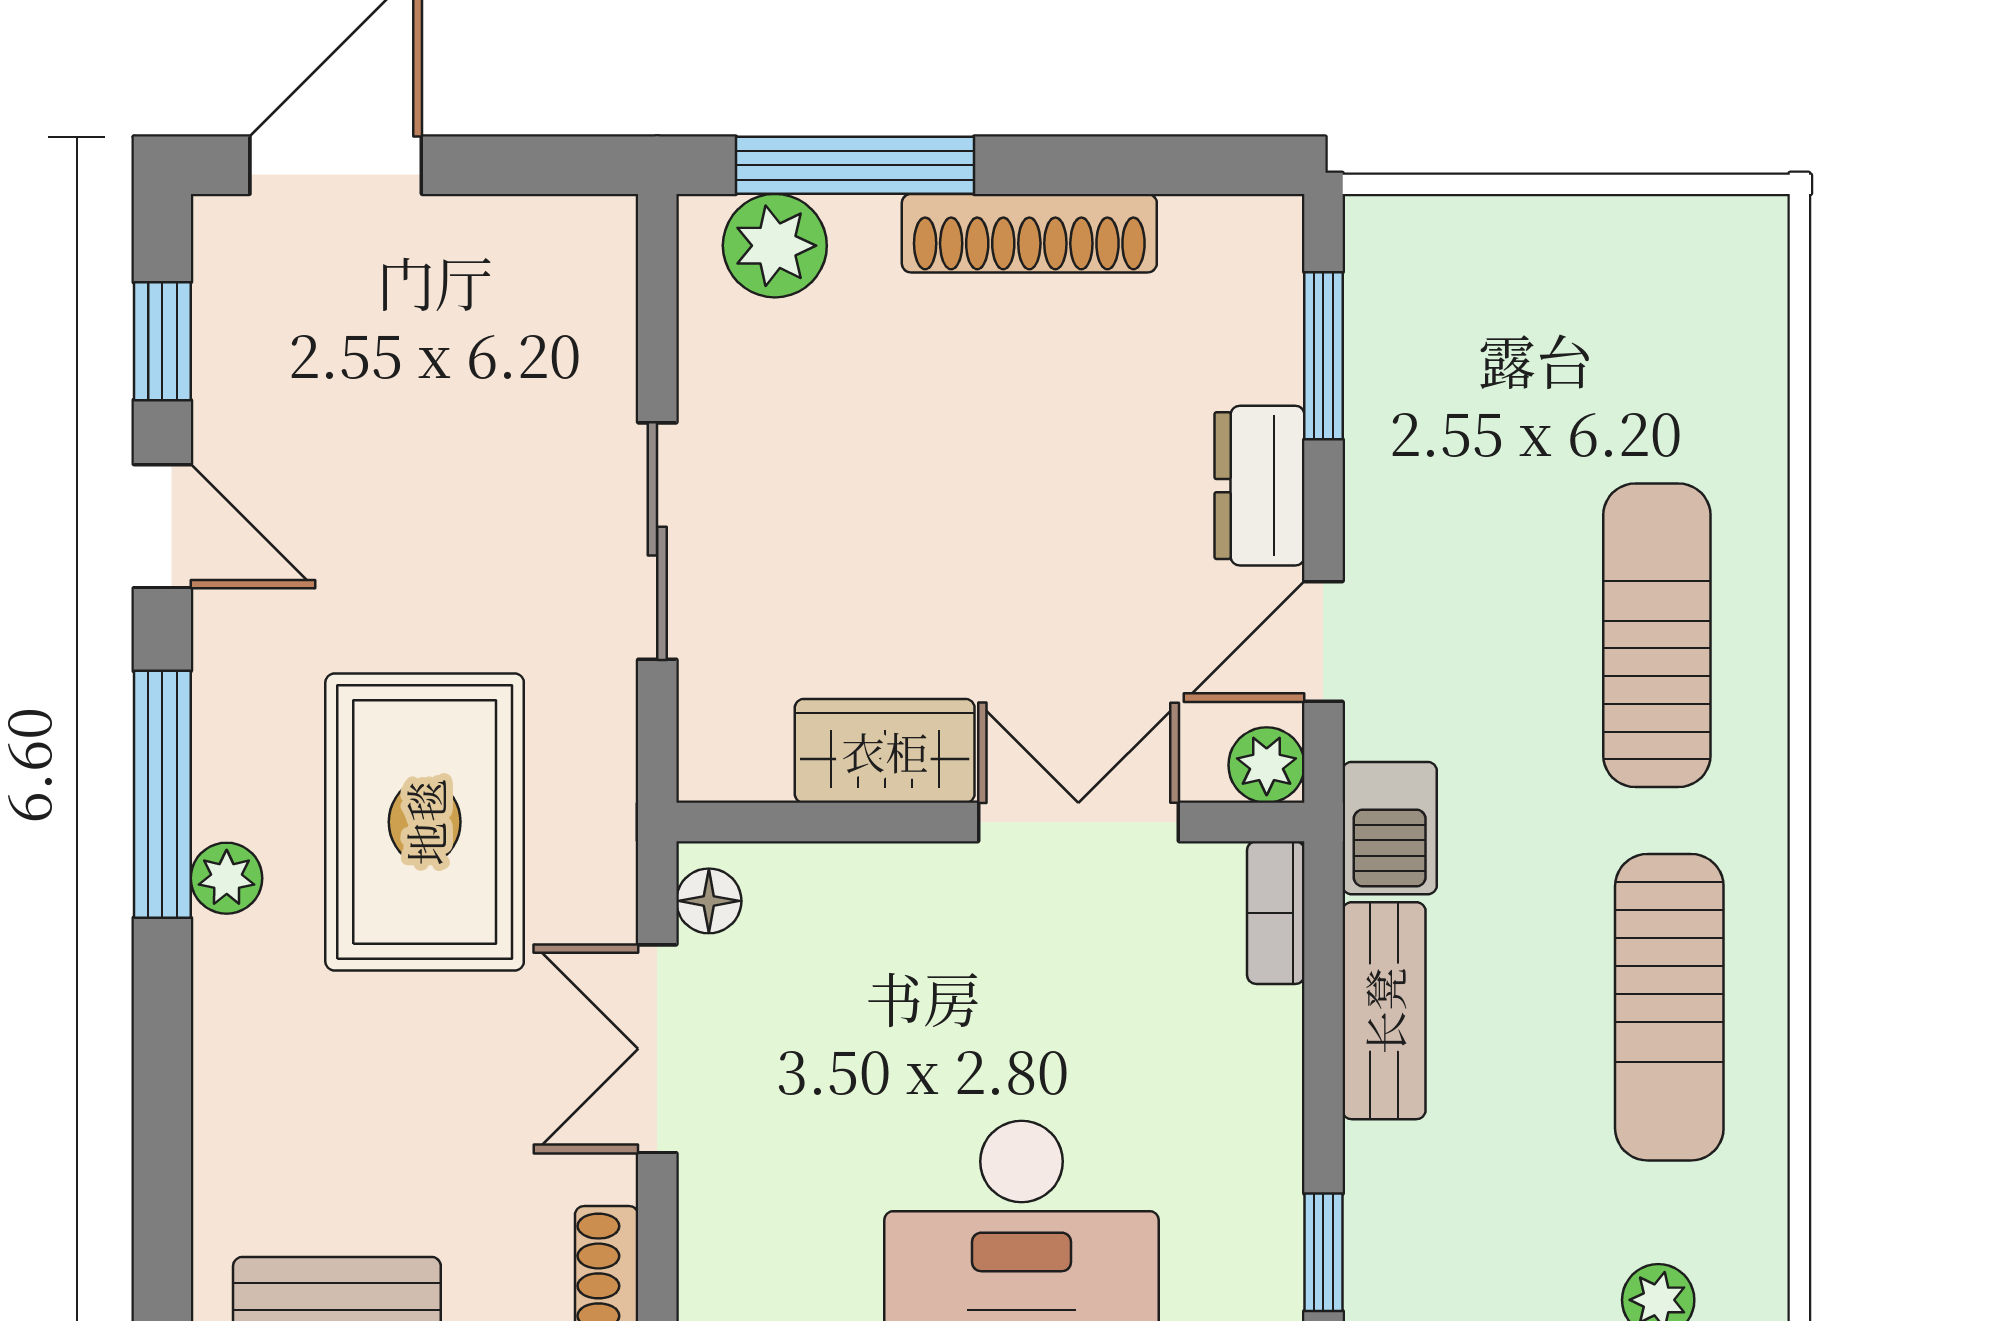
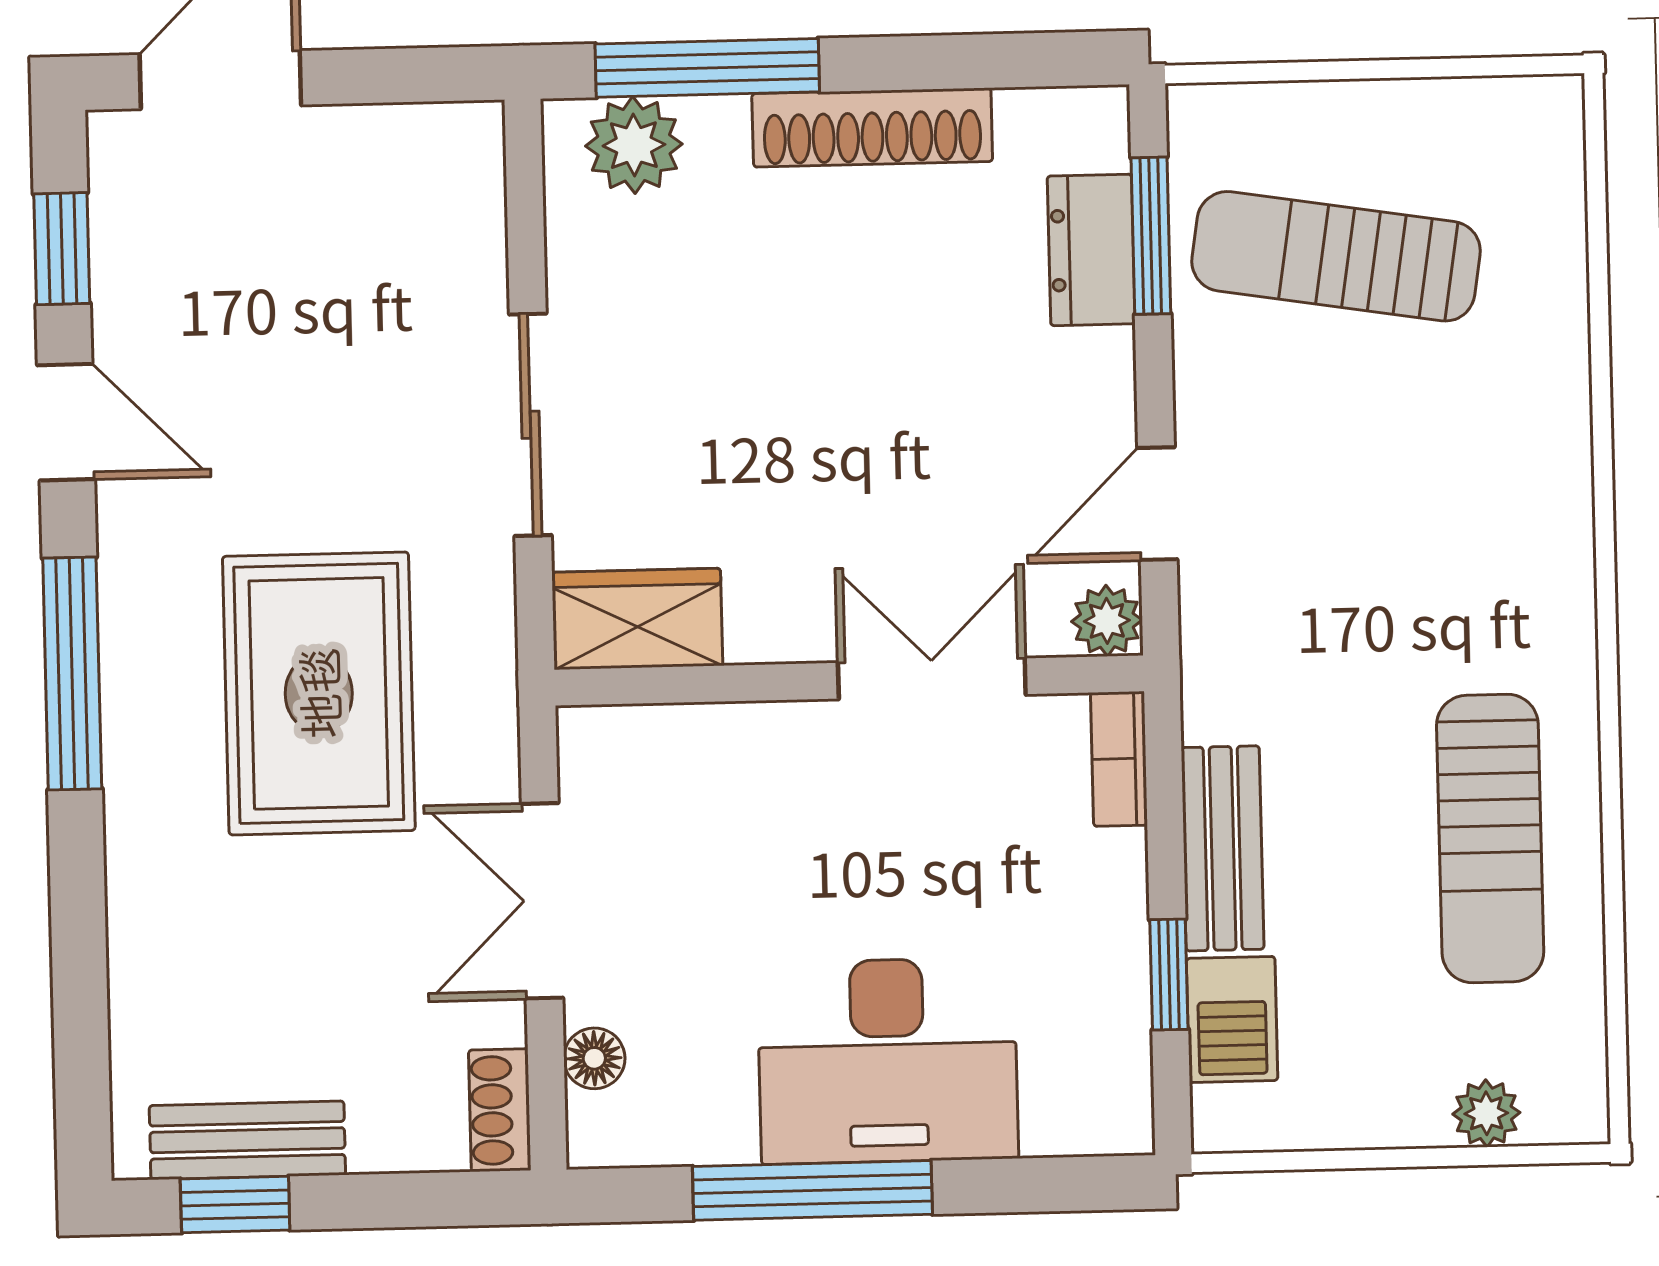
dresser: (1259, 486) -> (1091, 250), moved
sun lounger: (1657, 635) -> (1336, 256), moved, turned -81
wardrobe: (885, 751) -> (637, 619), moved
barbecue: (1390, 828) -> (1232, 1019), moved
plant: (227, 878) -> (134, 751), removed
floor lamp: (709, 901) -> (594, 1058), moved
window: (1323, 1252) -> (1169, 975), moved

